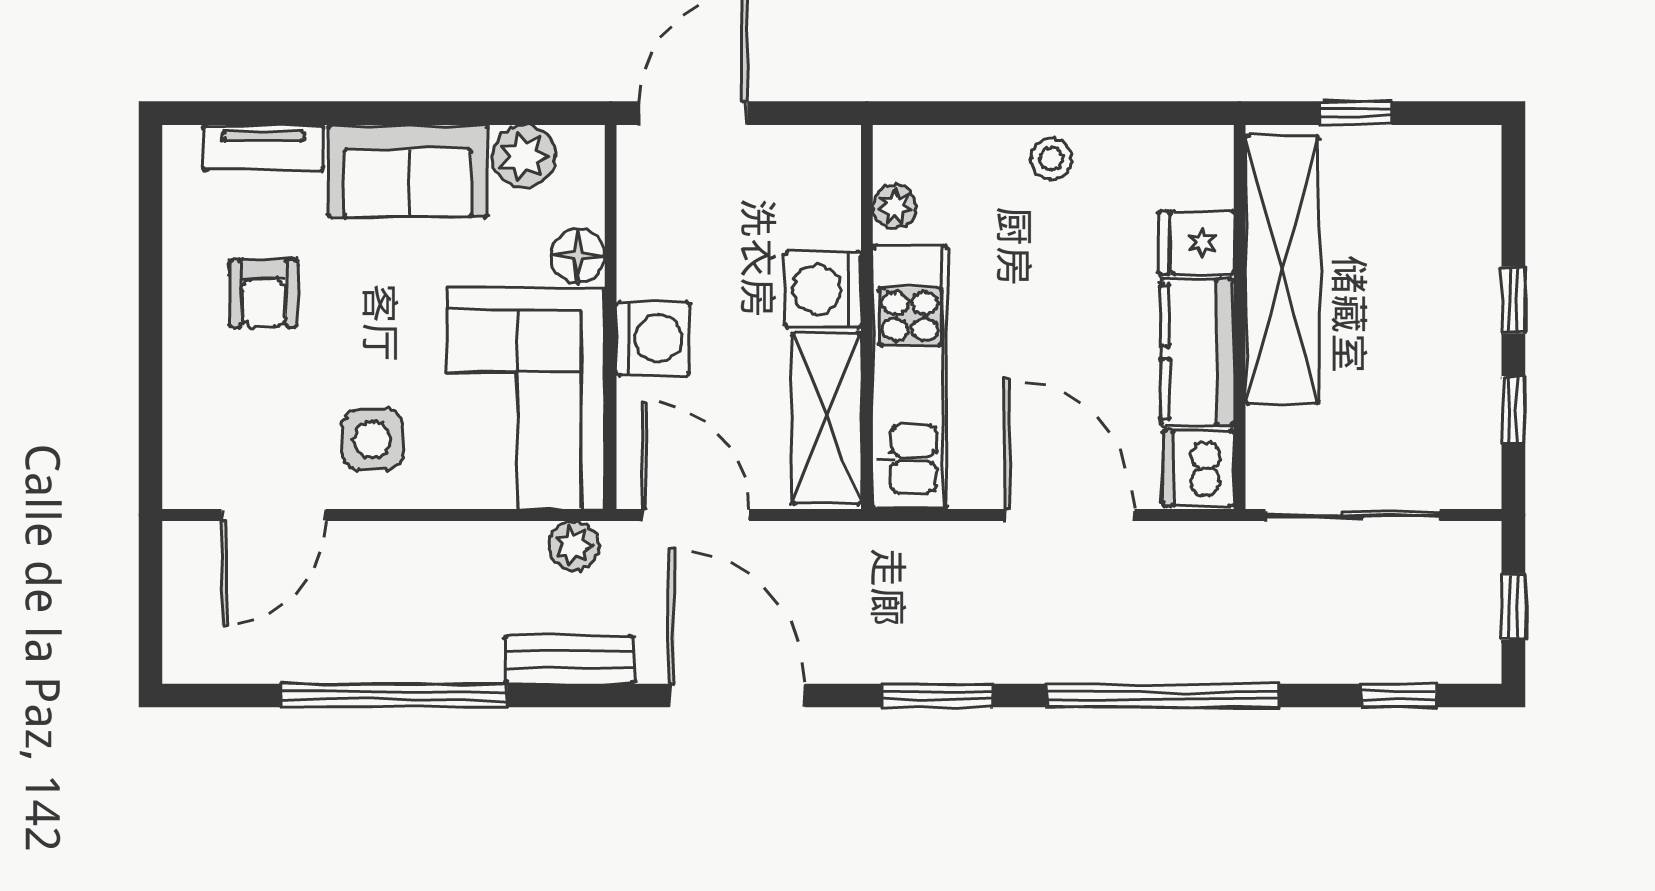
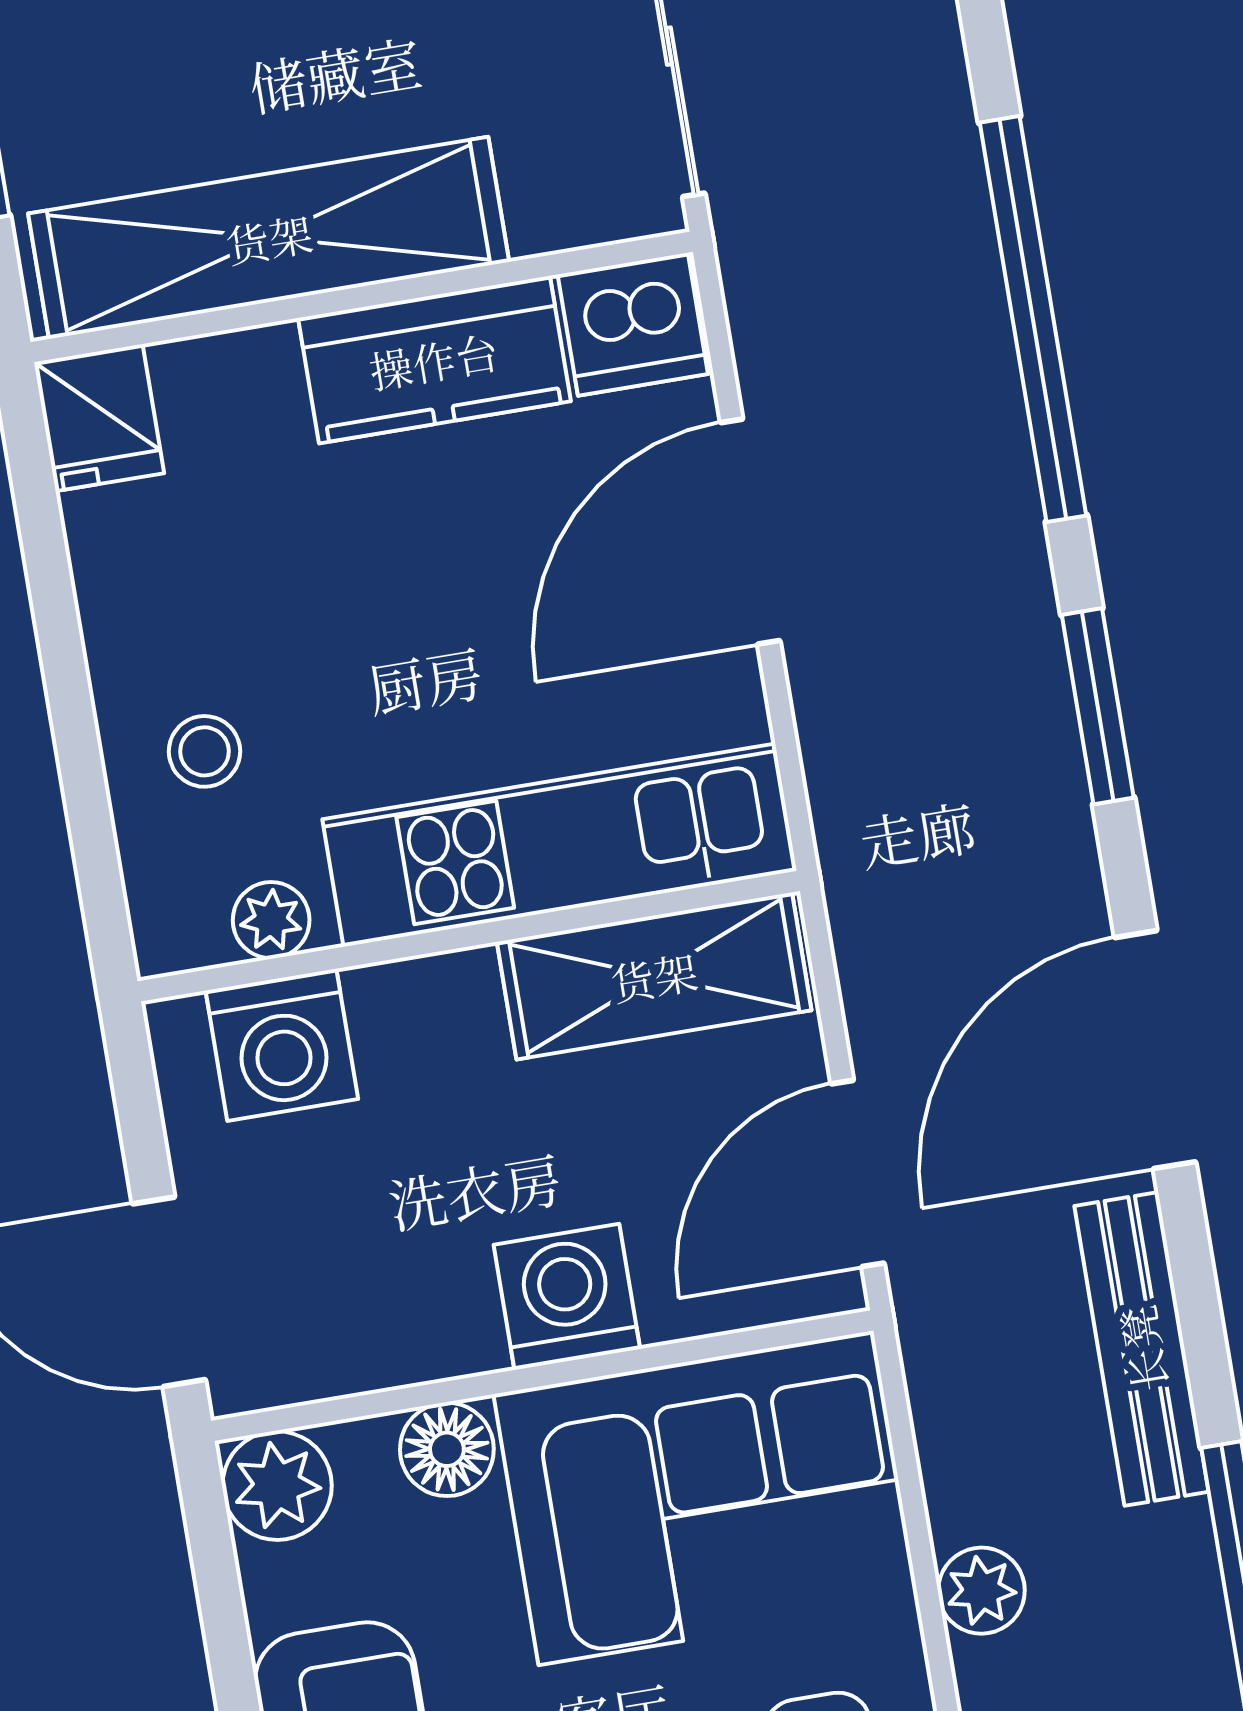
plant: (524, 156) -> (277, 1486), moved
stool: (1051, 159) -> (204, 751), moved
fridge: (1196, 243) -> (99, 418), moved
washing machine: (823, 290) -> (282, 1045), moved
plant: (573, 546) -> (981, 1591), moved
bench: (569, 659) -> (1142, 1349), width x1.36

